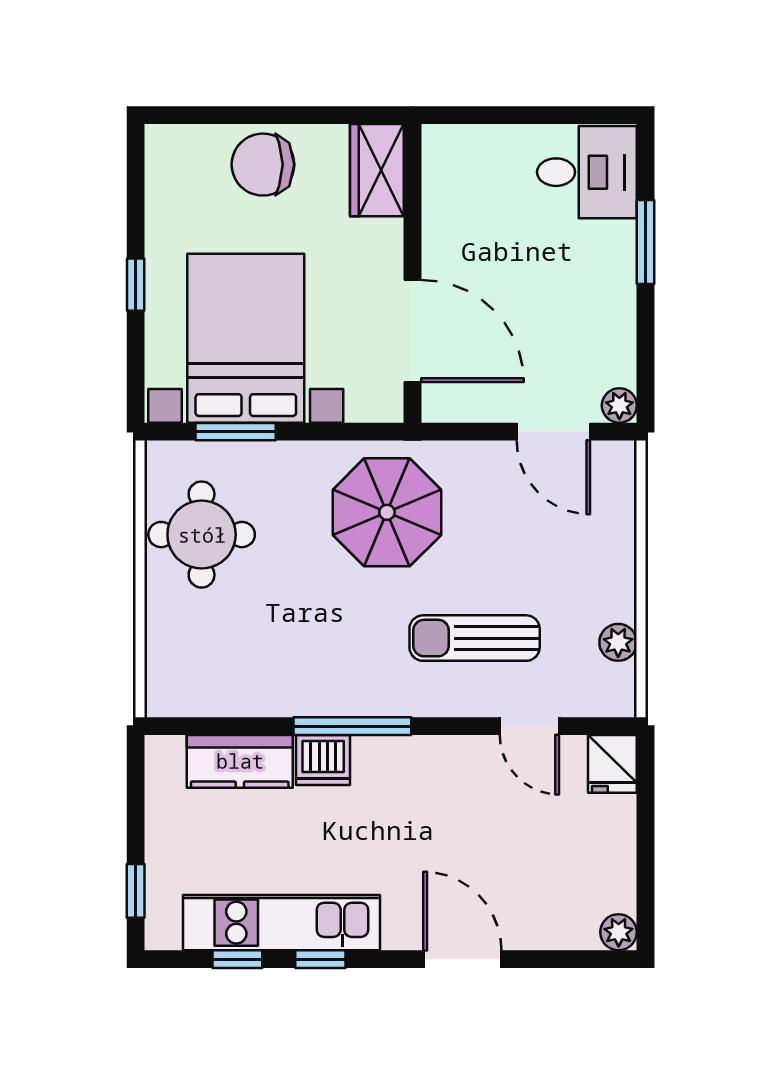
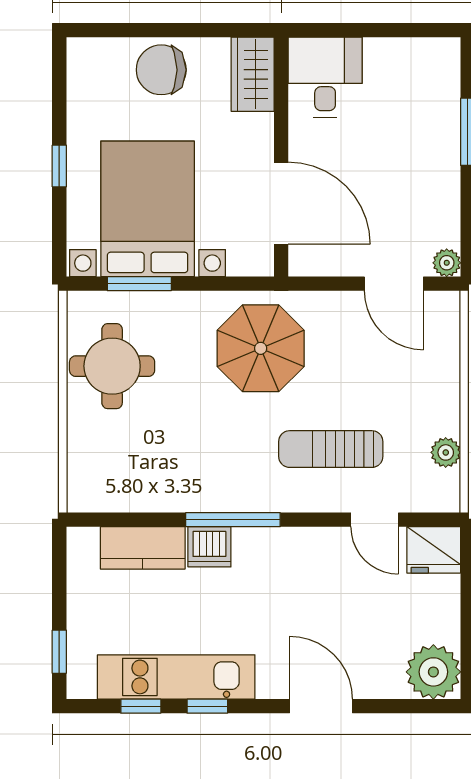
desk: (587, 172) -> (325, 77), moved, turned -90
fridge: (612, 764) -> (434, 550), width x1.38
plant: (619, 932) -> (433, 672), width x1.87, depth x1.87

